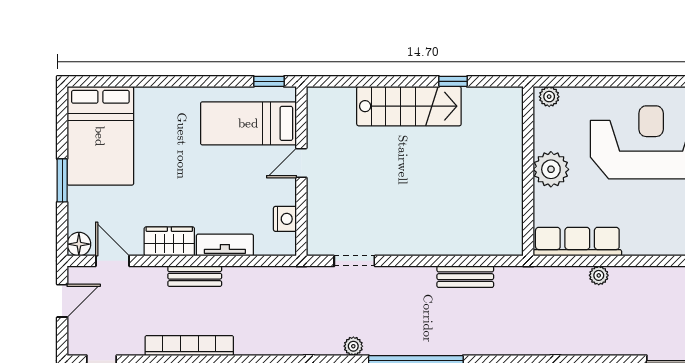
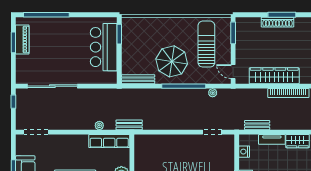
bench: (195, 276) -> (257, 125), moved
bench: (465, 277) -> (129, 125), moved

